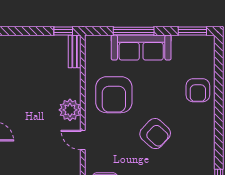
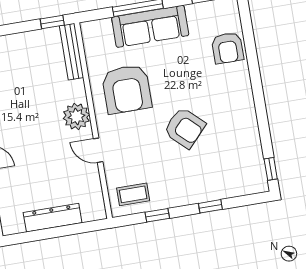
bench: (75, 51) -> (72, 52), width x1.36
armchair: (198, 90) -> (228, 48), moved

